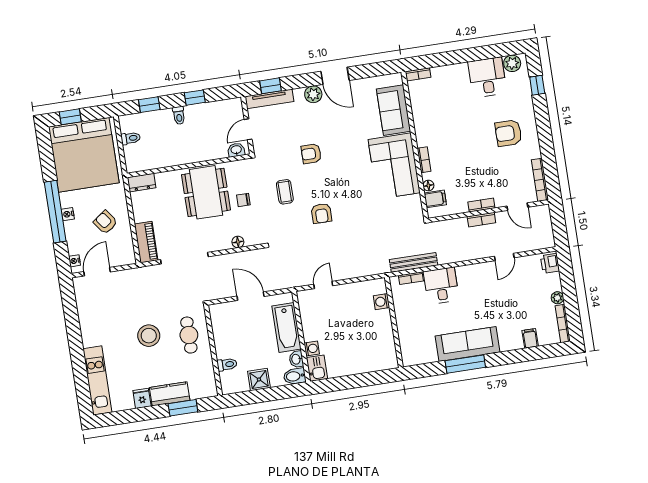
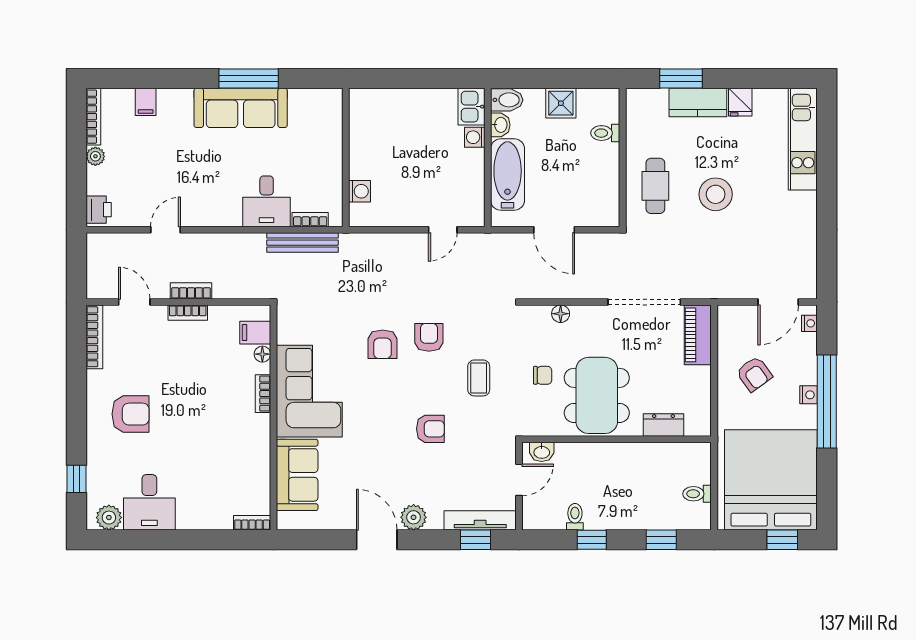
toilet: (179, 115) -> (575, 517), moved
dresser: (141, 183) -> (663, 425), moved
armchair: (351, 204) -> (383, 344), added

